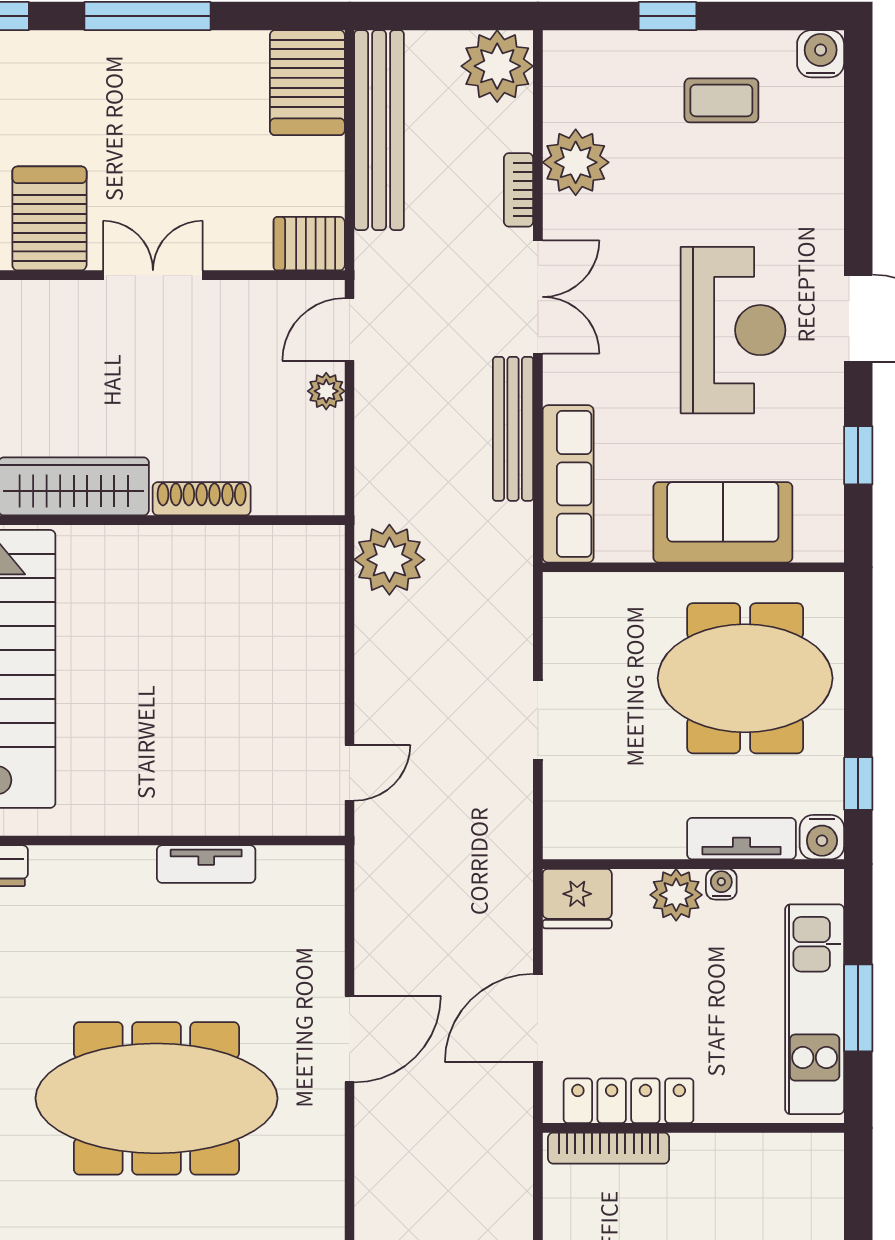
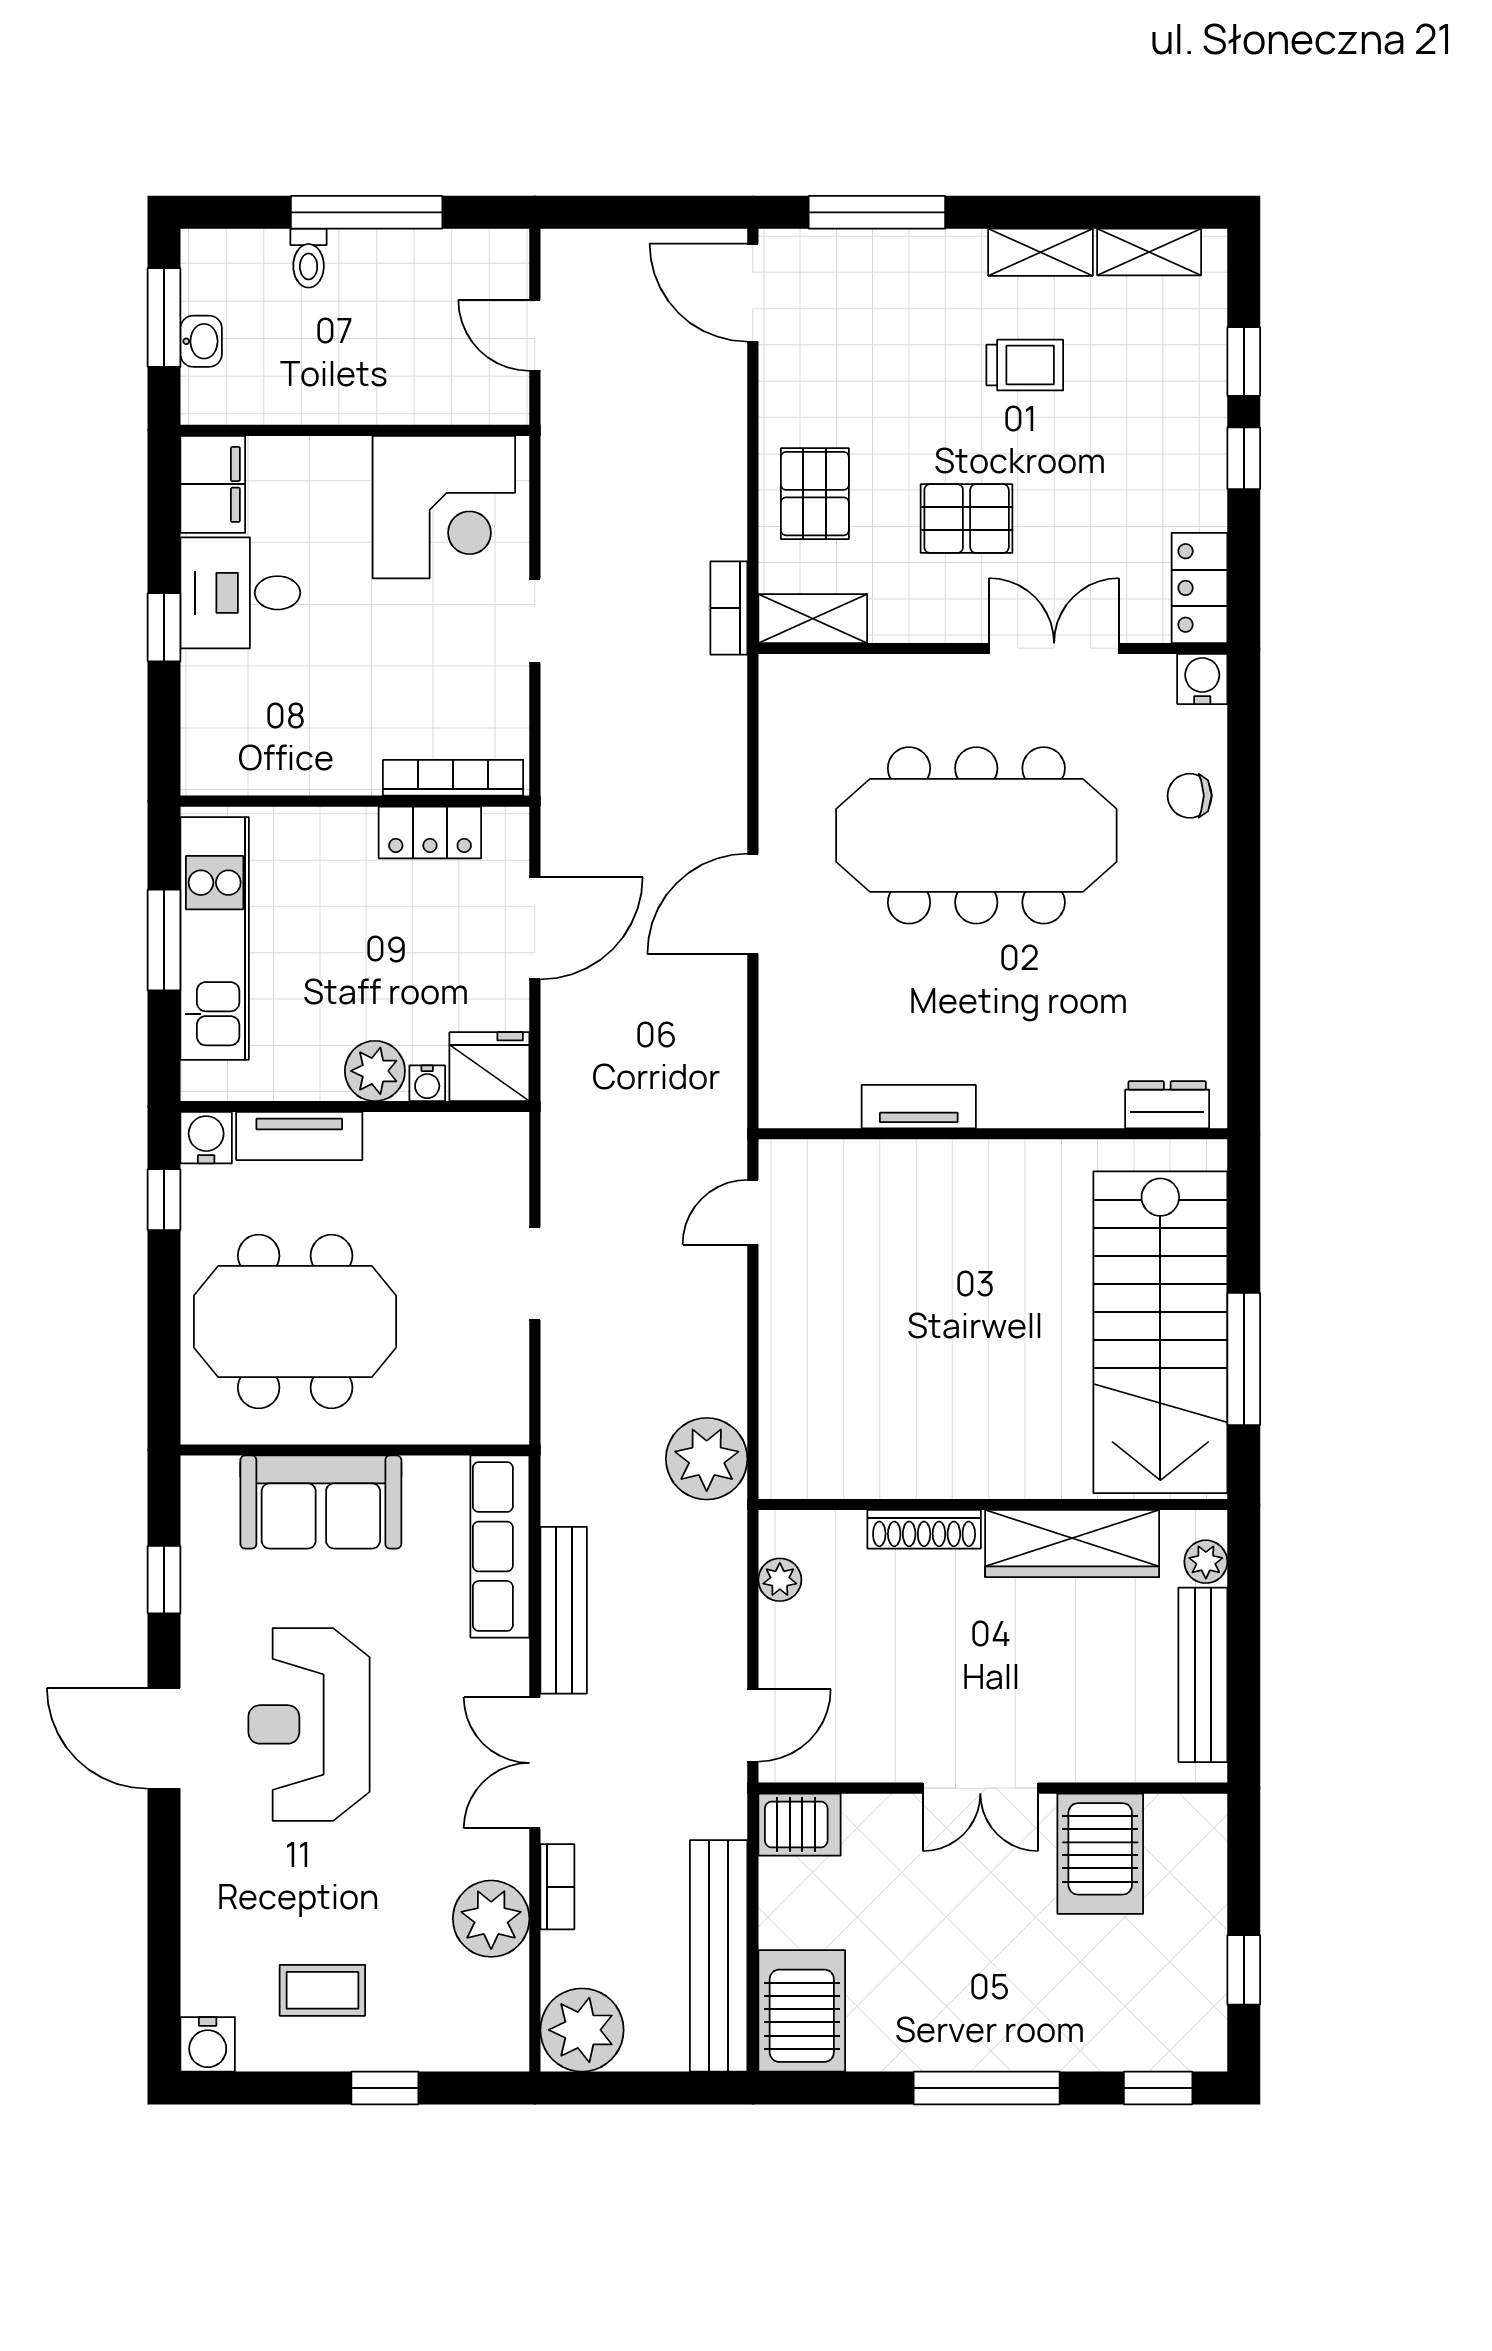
plant: (326, 391) -> (780, 1580), moved
water cooler: (721, 884) -> (427, 1083), moved
locker: (629, 1101) -> (430, 833), width x0.66

